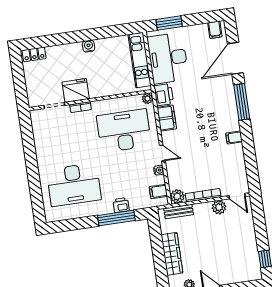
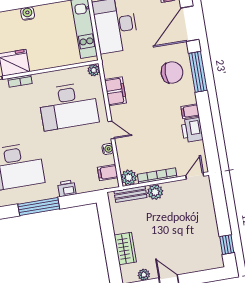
printer: (164, 95) -> (192, 130), moved, turned 180
chair: (218, 102) -> (172, 73), added
desk: (124, 131) -> (68, 106), turned 180
door: (237, 196) -> (195, 176), swing flipped
plant: (219, 207) -> (155, 192), moved
window: (116, 218) -> (39, 206), moved
wardrobe: (172, 254) -> (125, 249), width x0.67

